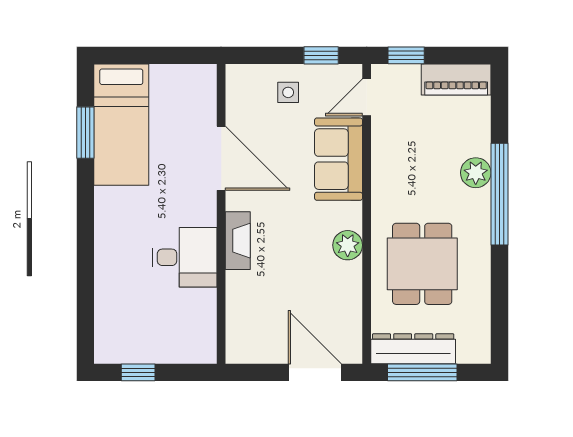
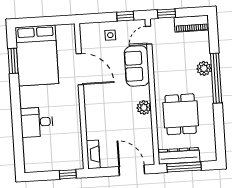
bed: (121, 125) -> (37, 55), width x1.50
fireplace: (238, 241) -> (93, 154), moved
desk: (184, 257) -> (37, 122), moved, turned 180
window: (138, 372) -> (68, 174), moved

